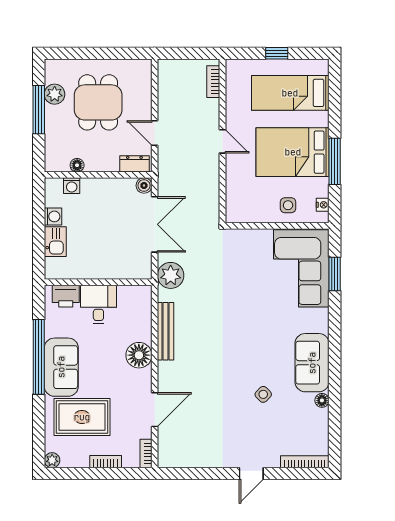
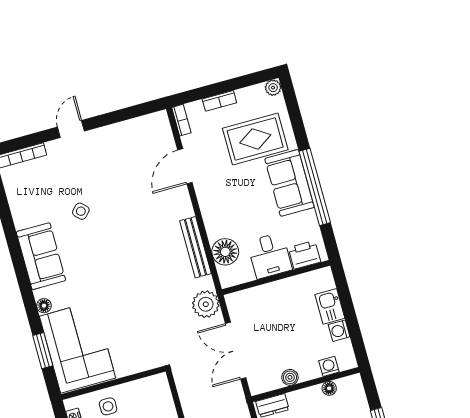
boiler: (144, 186) -> (290, 377), moved
floor lamp: (139, 355) -> (225, 252), moved
floor lamp: (322, 400) -> (44, 306), moved

